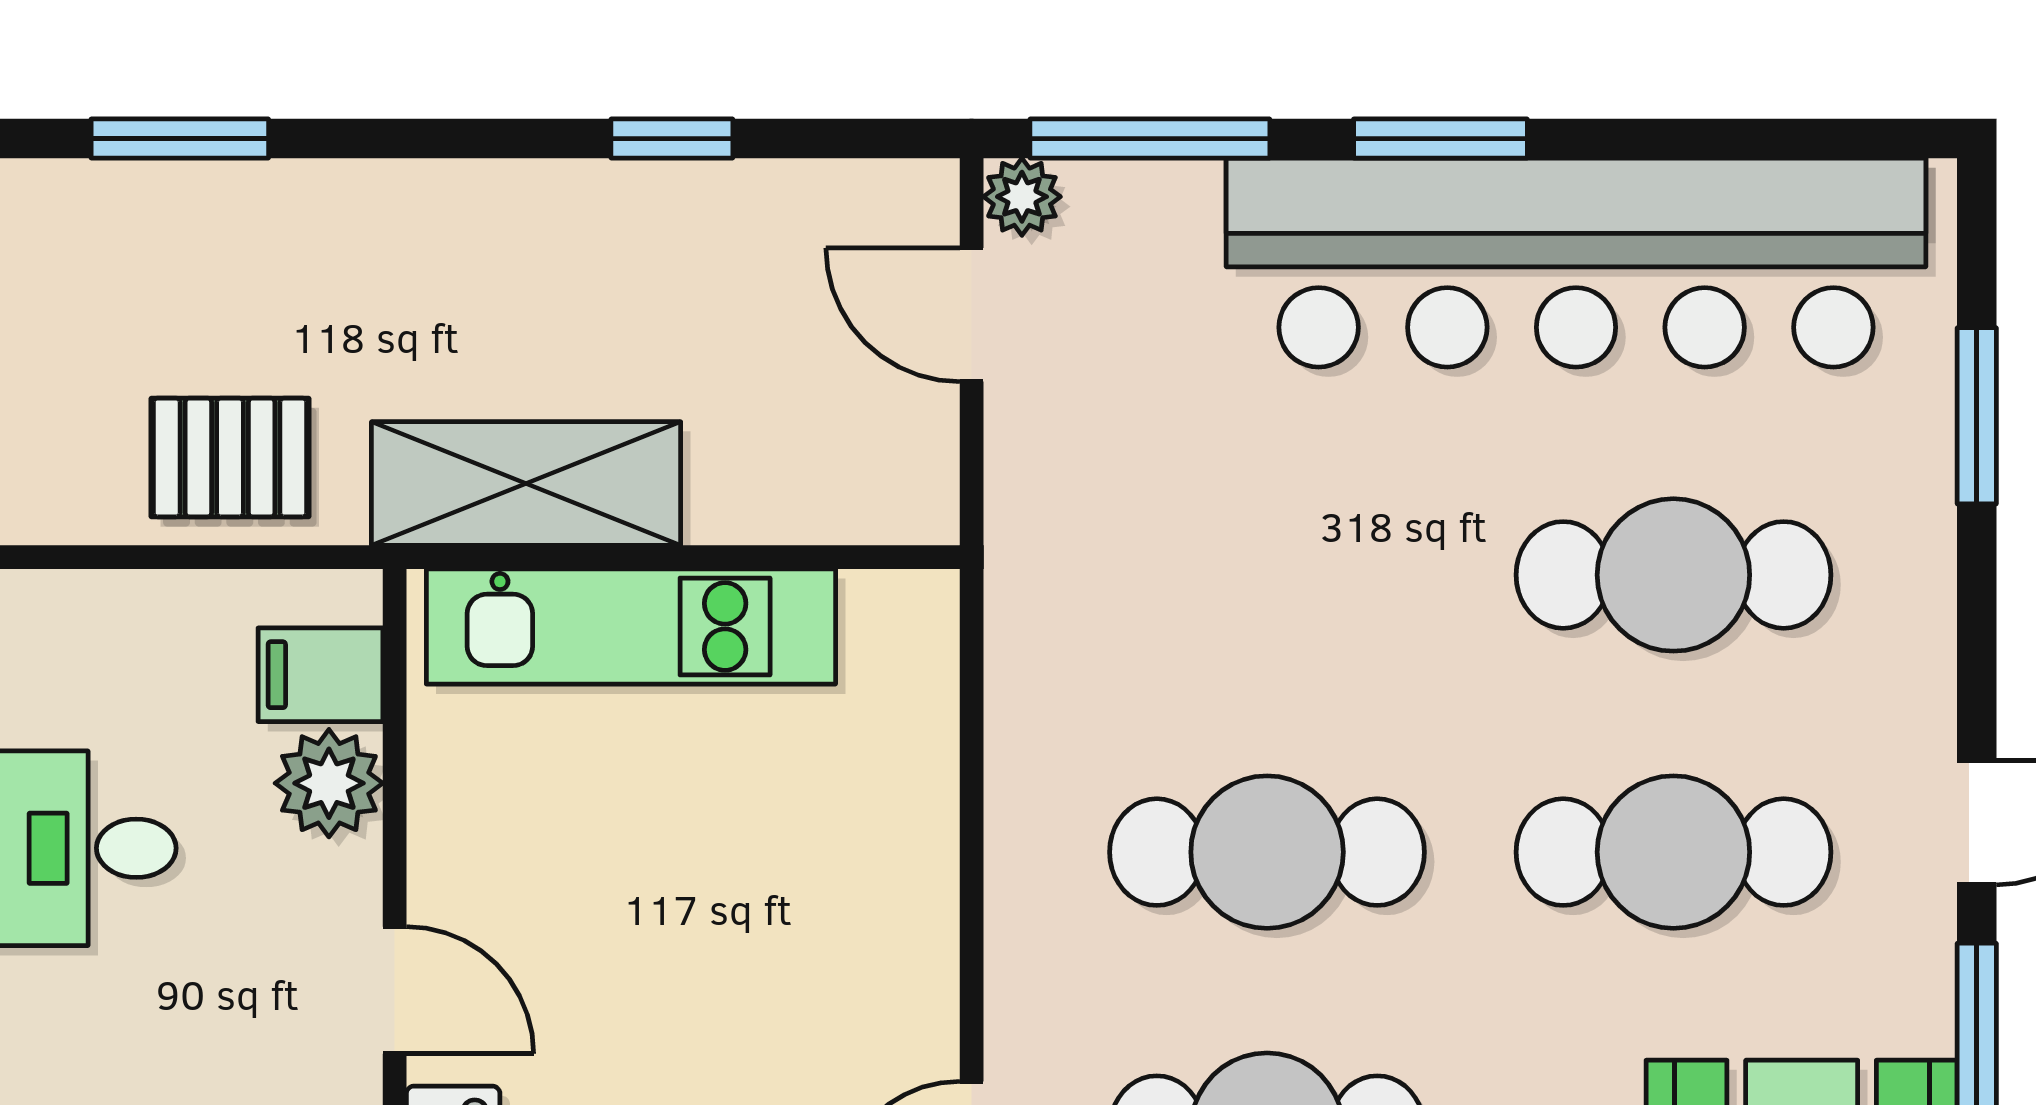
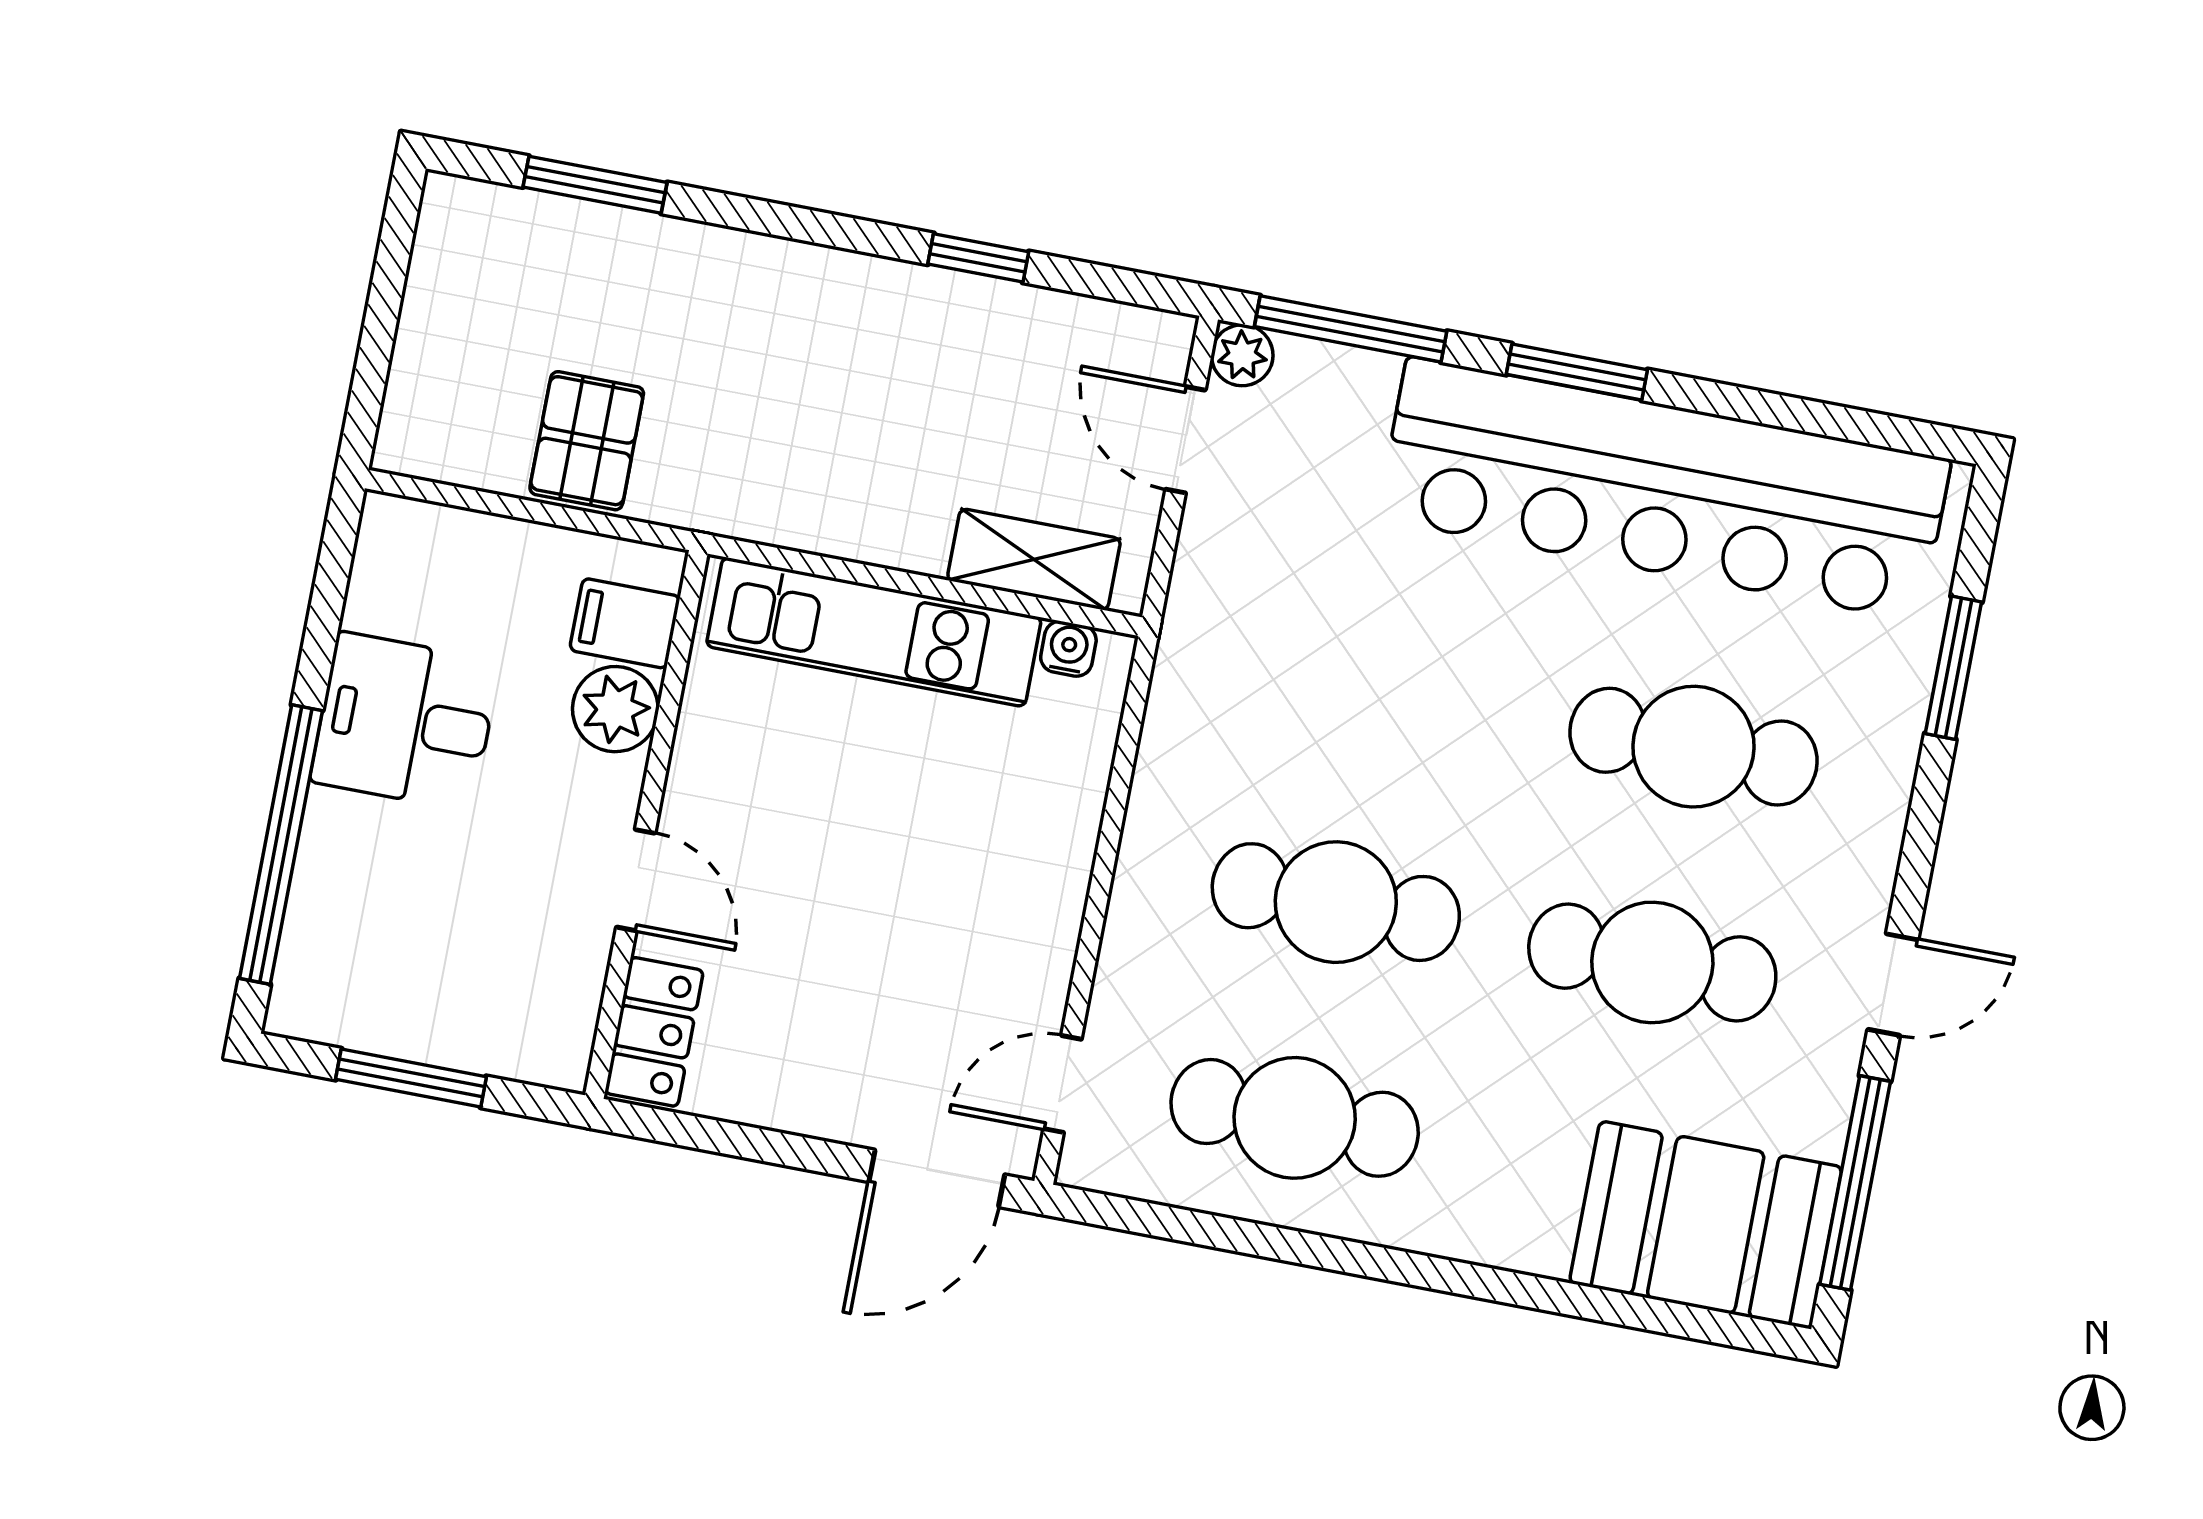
pallet: (230, 457) -> (587, 441), turned 90
shelving: (526, 483) -> (1034, 559), moved, width x0.67, depth x0.75
water cooler: (876, 601) -> (1068, 649), added

